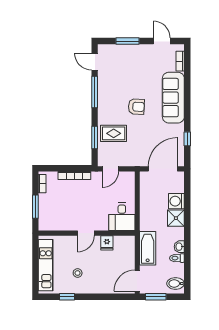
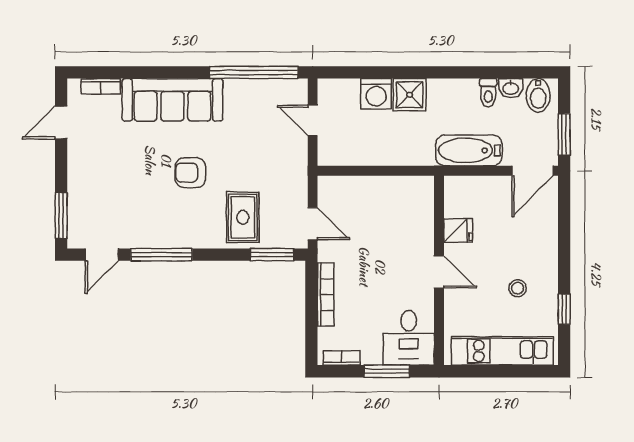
window: (127, 41) -> (61, 216), moved
armchair: (136, 107) -> (190, 173), turned -93
window: (95, 137) -> (272, 255), moved
window: (187, 139) -> (254, 72), width x3.17
door: (163, 169) -> (313, 120), width x0.53
desk: (122, 217) -> (409, 338), moved, turned 90
washbasin: (179, 247) -> (511, 88), moved
door: (137, 281) -> (533, 171), hinge flipped

